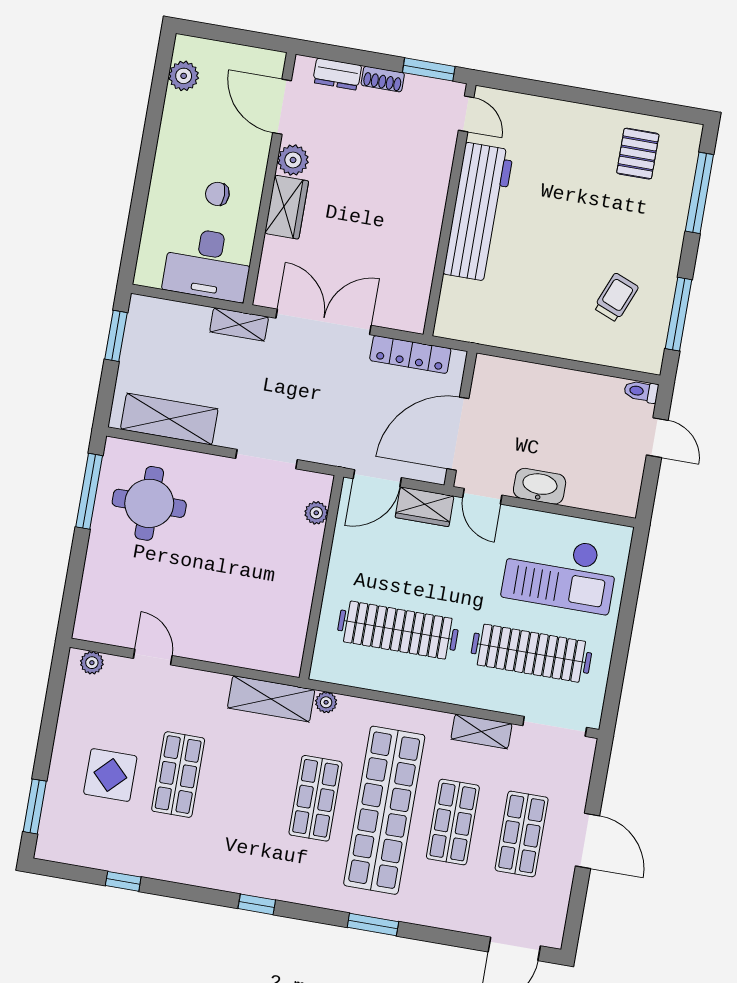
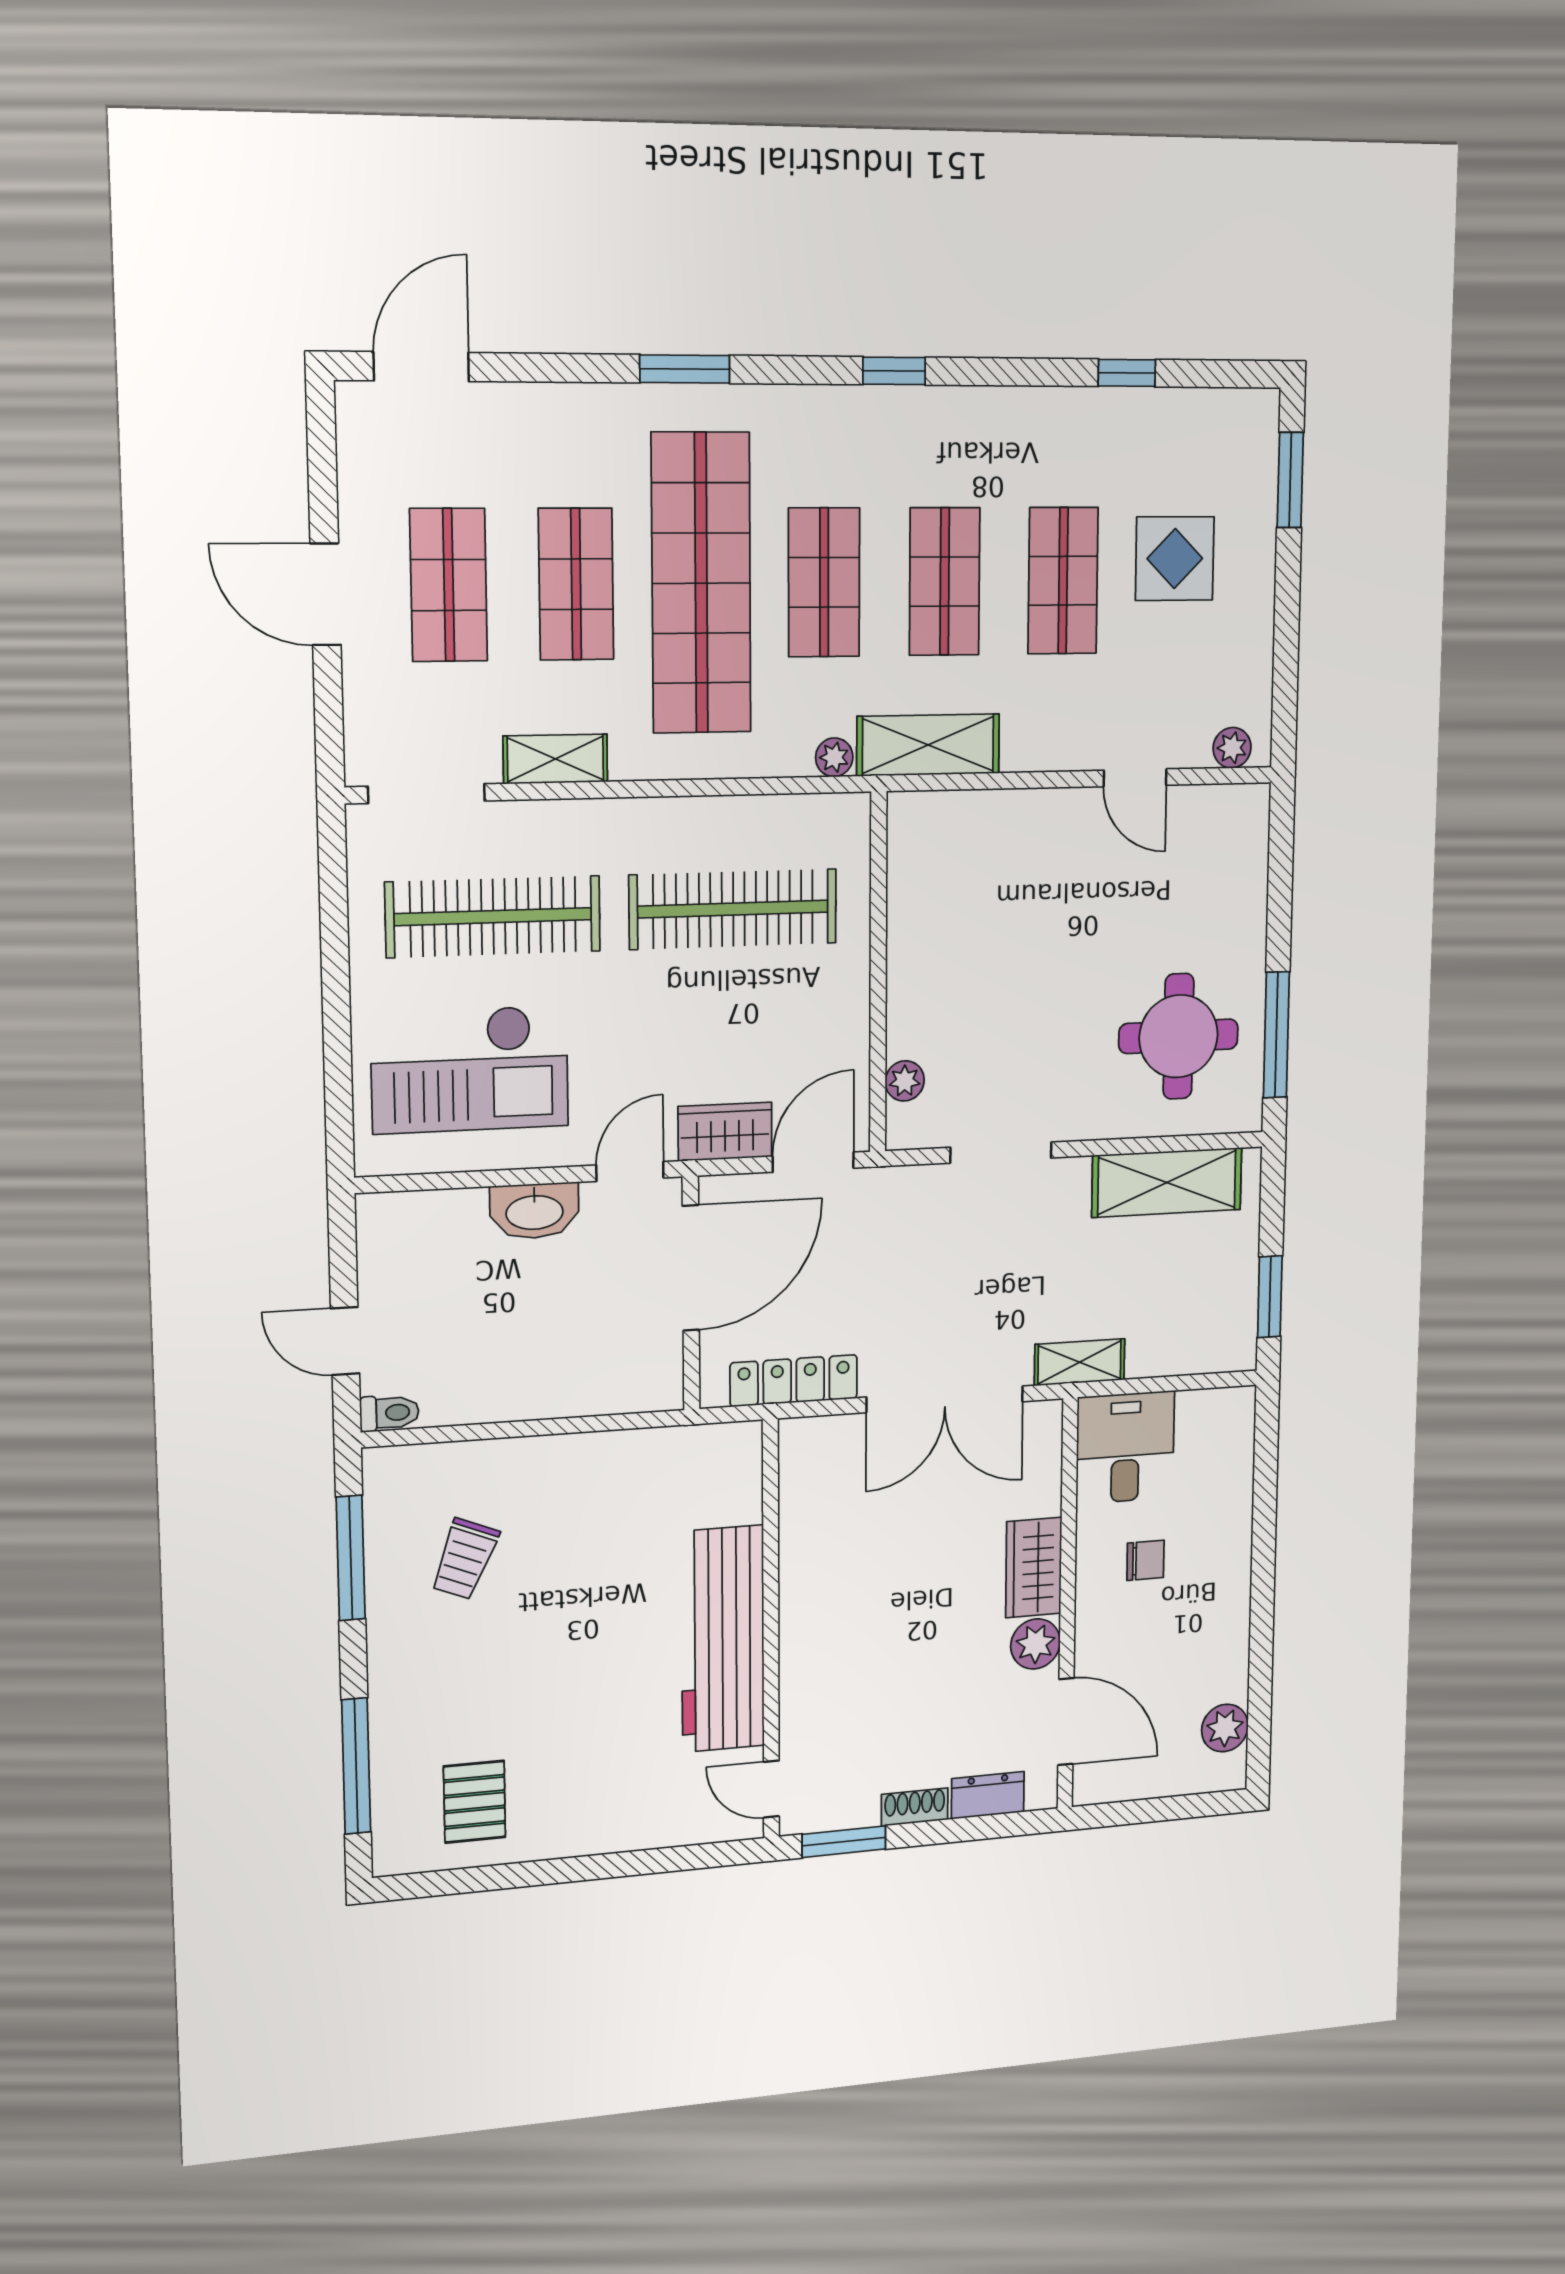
desk: (208, 264) -> (1125, 1448), width x0.73
door: (482, 496) -> (630, 1171), hinge flipped
checkout: (560, 573) -> (470, 1069), turned 180
shop shelf: (247, 786) -> (945, 582), added

